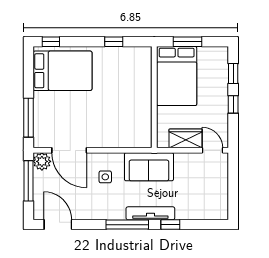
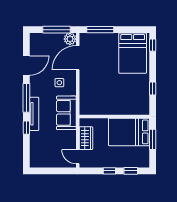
door: (212, 150) -> (78, 157), swing flipped
door: (58, 225) -> (26, 66), moved

